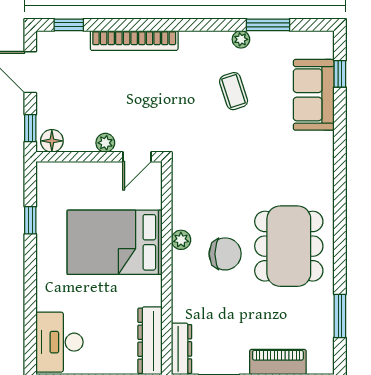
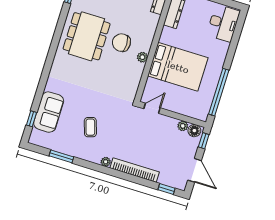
plant: (241, 39) -> (106, 162), moved
plant: (105, 143) -> (183, 126), moved
window: (30, 220) -> (219, 92), width x3.17

